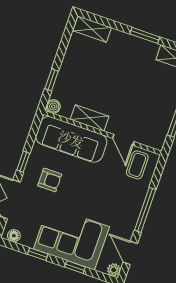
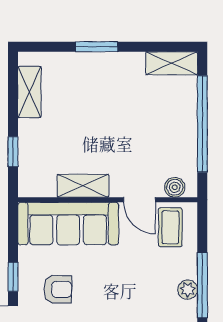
shelving: (92, 29) -> (29, 92), moved, turned 90
window: (145, 35) -> (97, 47), moved
boiler: (53, 107) -> (175, 187), moved
plant: (134, 210) -> (188, 290), added

